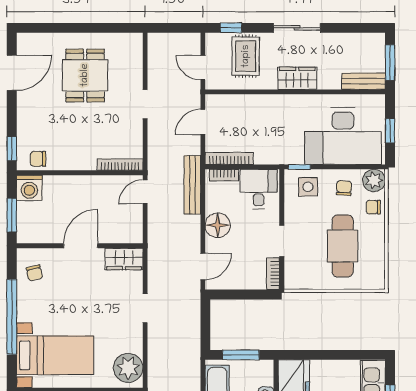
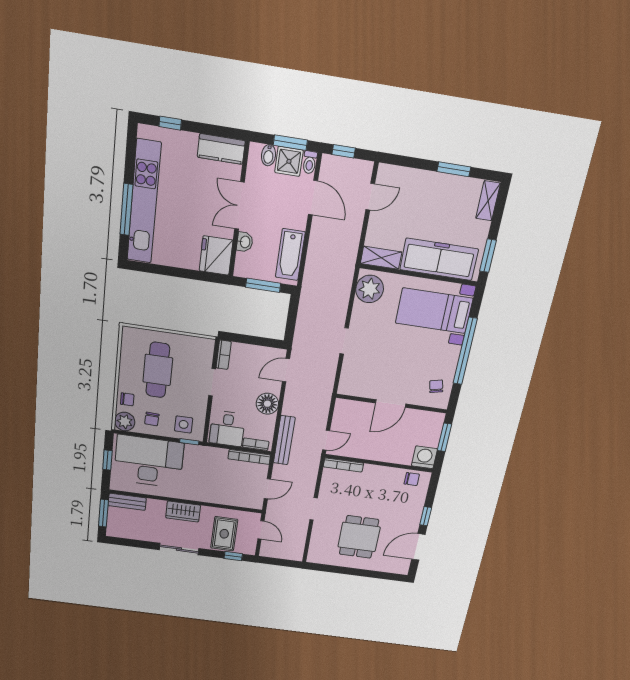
window: (12, 149) -> (426, 516), moved
wardrobe: (124, 259) -> (355, 387), removed

